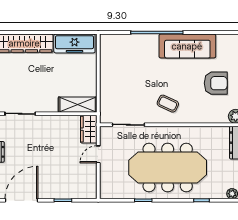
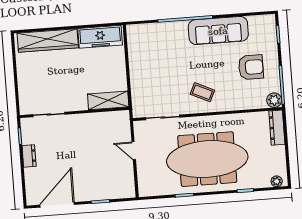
wardrobe: (89, 129) -> (122, 125), removed
door: (98, 154) -> (134, 151), hinge flipped

